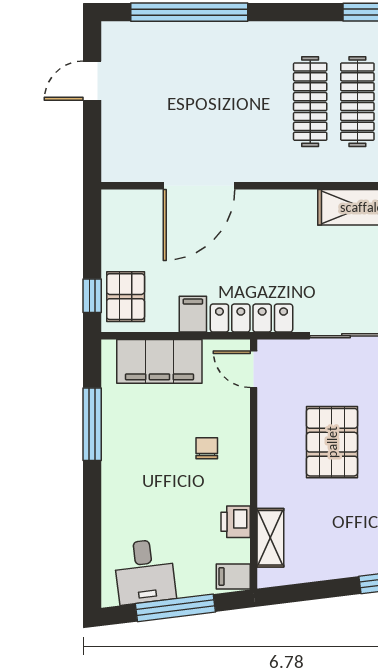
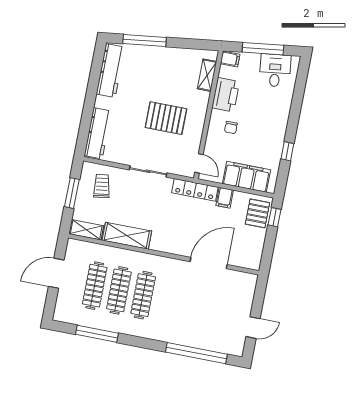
window: (92, 424) -> (287, 151), width x0.46
pallet: (332, 442) -> (166, 118), turned 90
printer: (236, 522) -> (226, 95), width x1.87, depth x1.48

